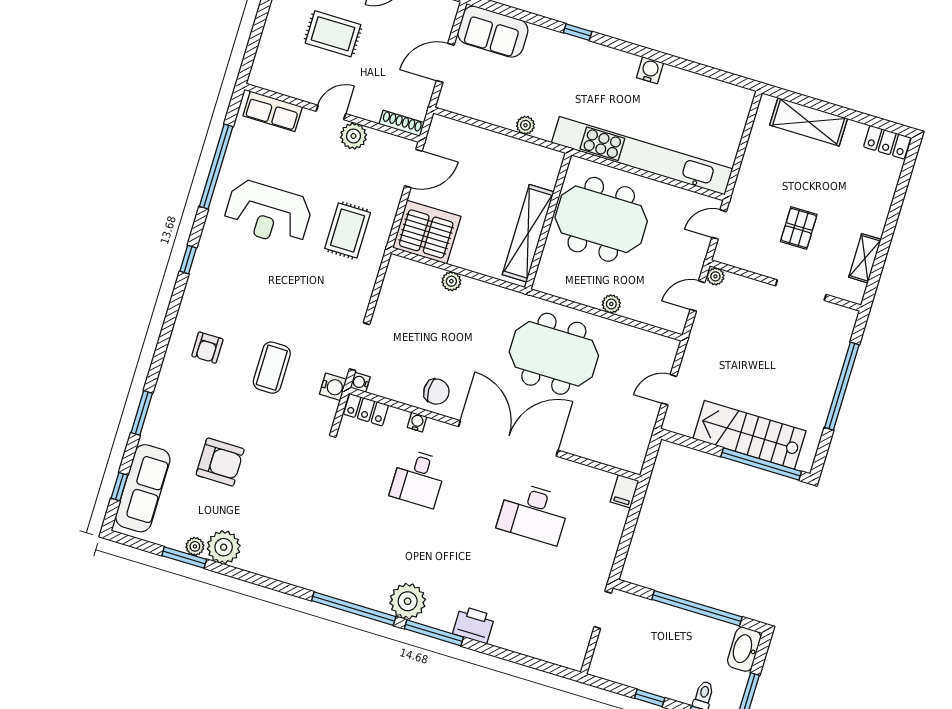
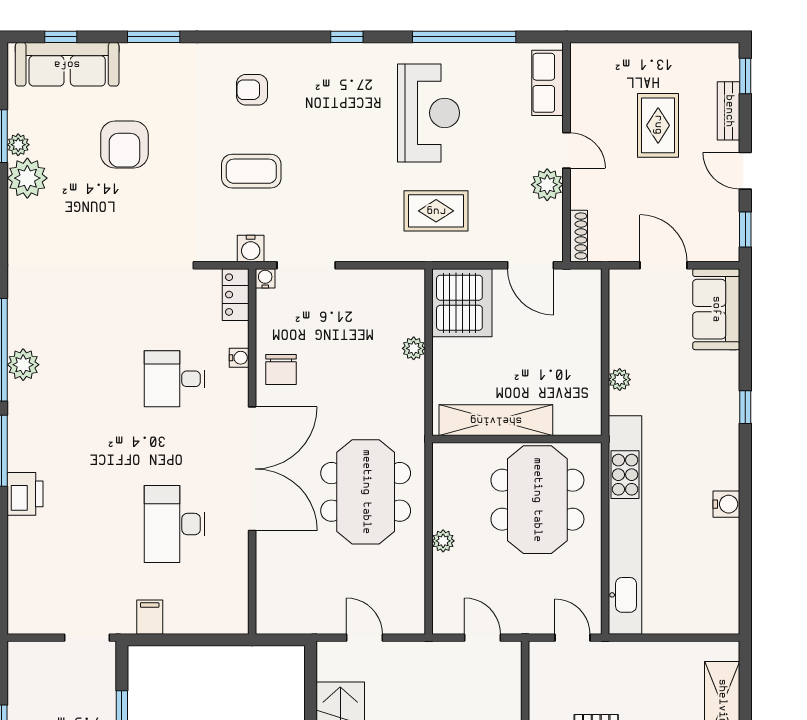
reception desk: (268, 213) -> (429, 113), turned 180
plant: (715, 276) -> (511, 651), removed
filing cabinet: (624, 491) -> (150, 617), moved, turned 90
plant: (408, 601) -> (23, 365), moved, width x0.73, depth x0.73

